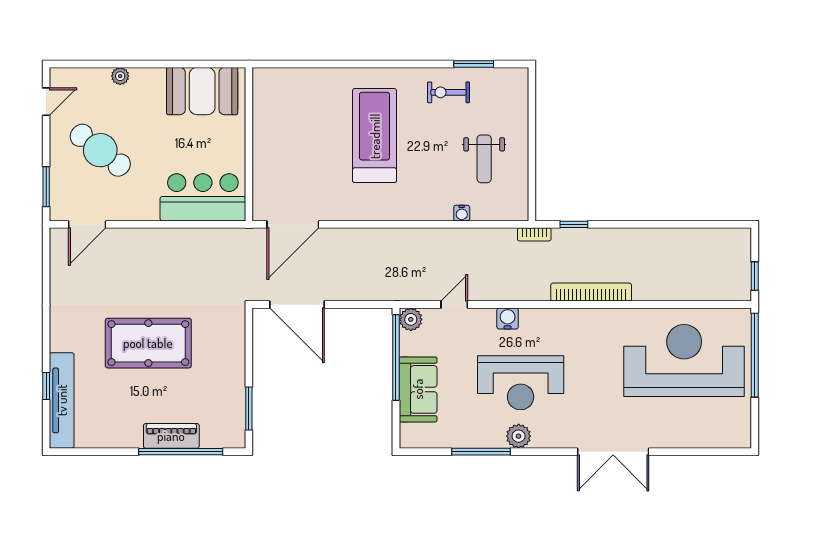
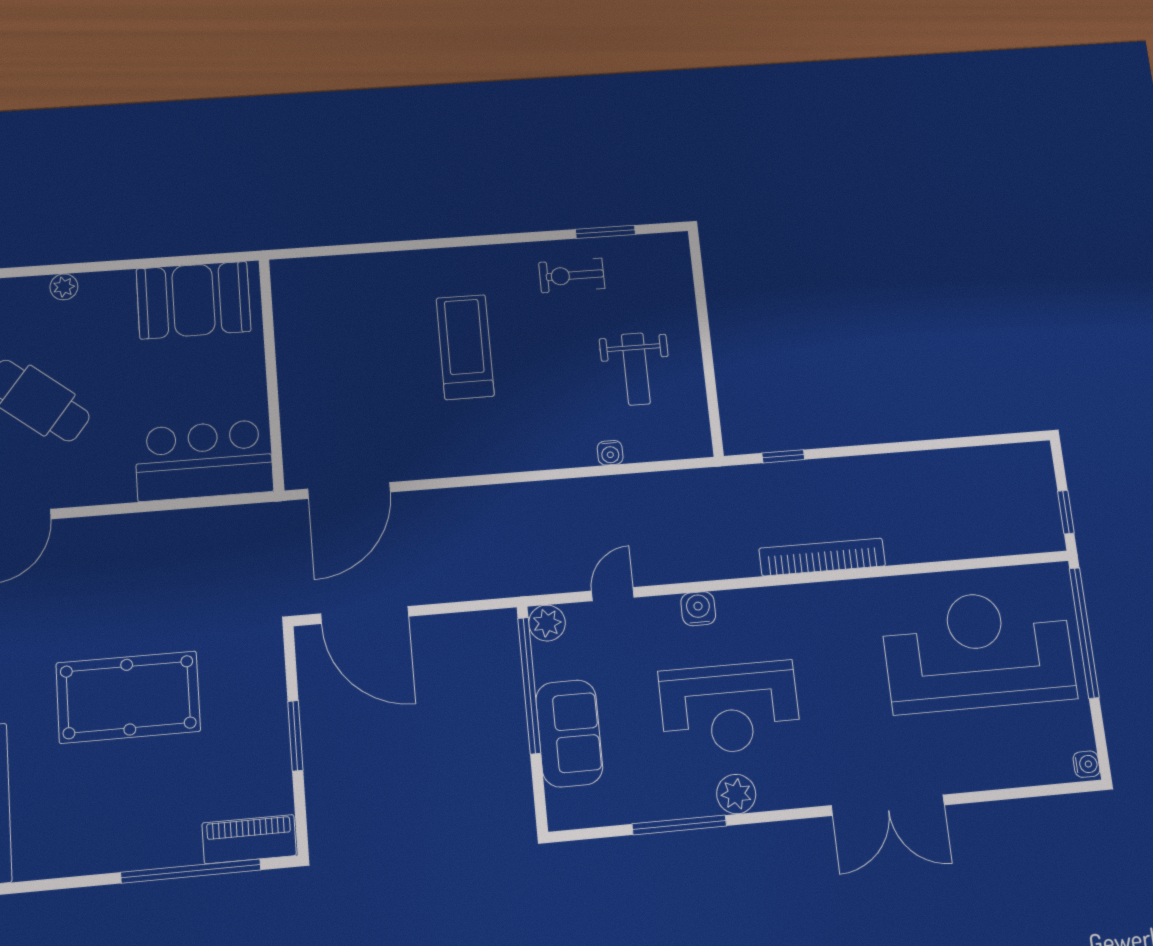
treadmill: (375, 136) -> (465, 347), width x0.73, depth x0.73
bookcase: (534, 234) -> (725, 476), removed
window: (249, 408) -> (295, 736), moved
piano: (171, 436) -> (249, 839), moved
water cooler: (743, 438) -> (1086, 764), added

